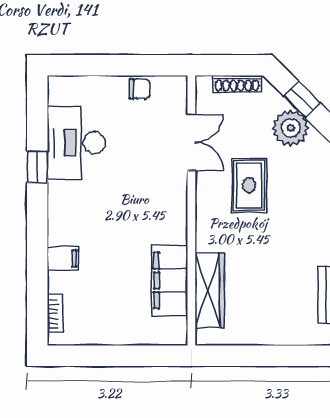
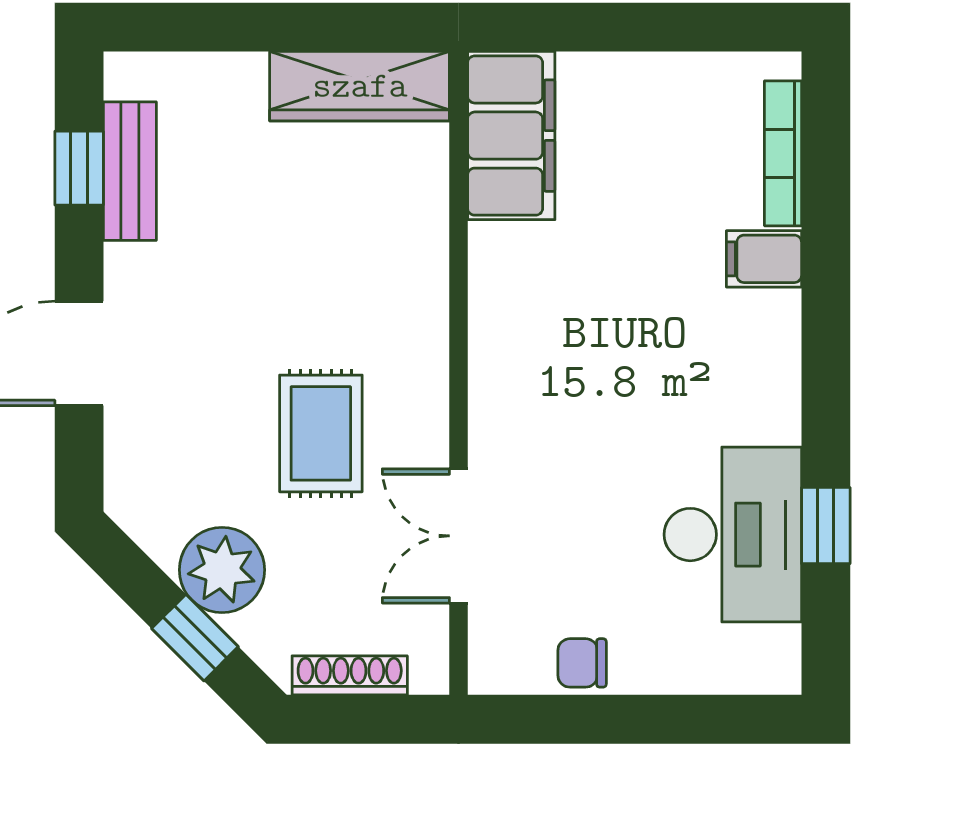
window: (37, 167) -> (826, 526), moved
filing cabinet: (169, 280) -> (511, 136), moved
wardrobe: (210, 291) -> (360, 86), moved, turned -90
bookcase: (55, 314) -> (783, 153), width x1.56

